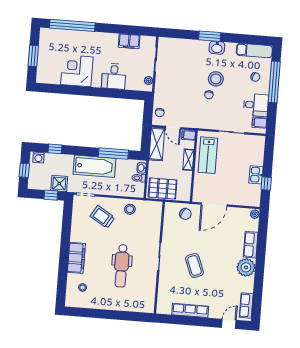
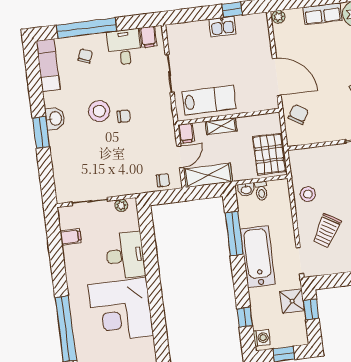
filing cabinet: (129, 41) -> (71, 237), width x0.50
corner desk: (77, 71) -> (121, 310), width x1.36, depth x1.36
desk: (114, 76) -> (125, 255), width x1.37

